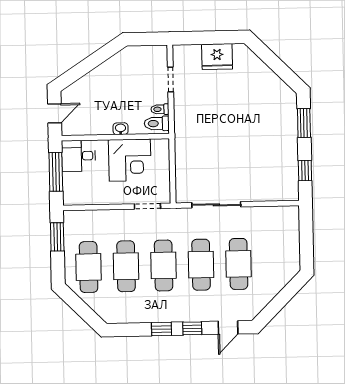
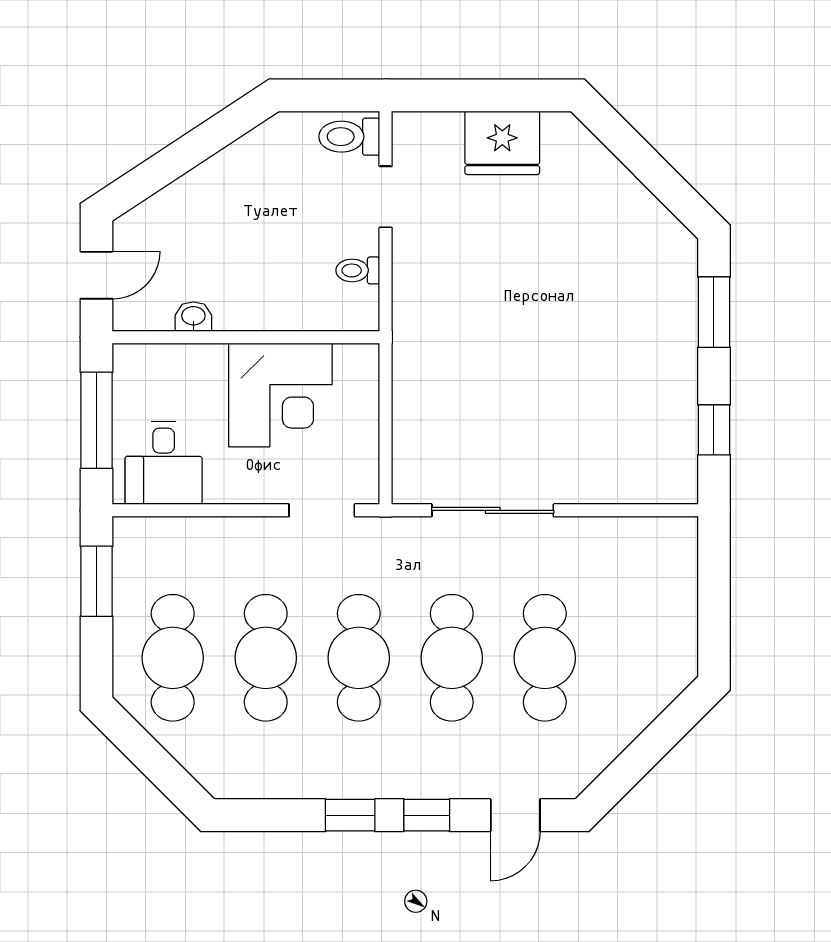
toilet: (157, 123) -> (349, 137), moved
washbasin: (121, 129) -> (193, 317), moved
desk: (79, 156) -> (164, 463), moved, turned -90

